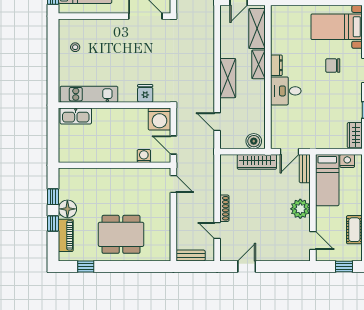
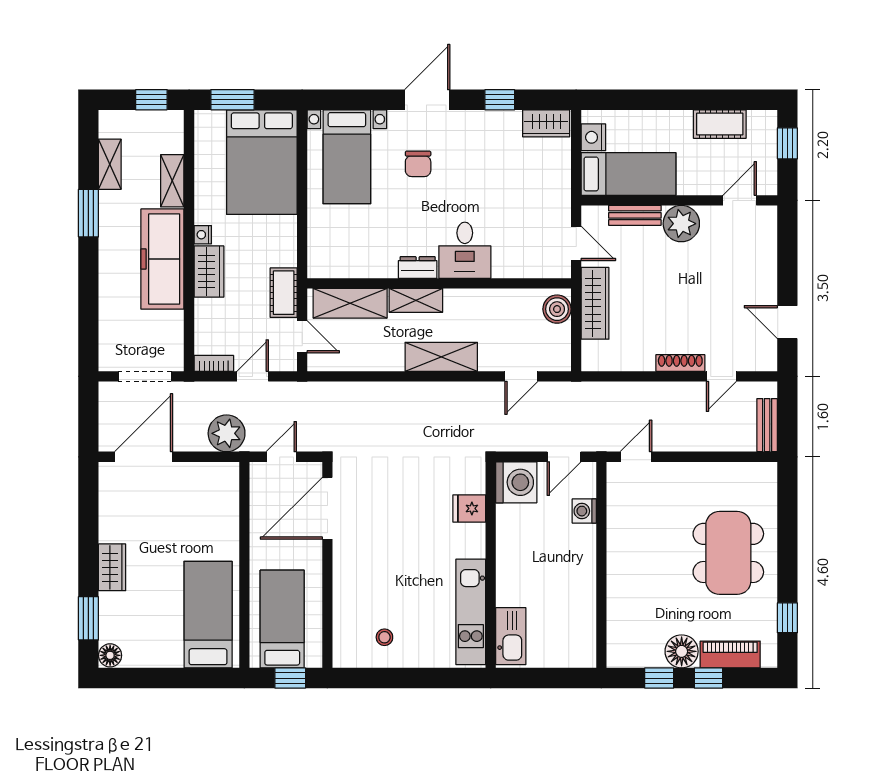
bench: (305, 169) -> (635, 215), moved

